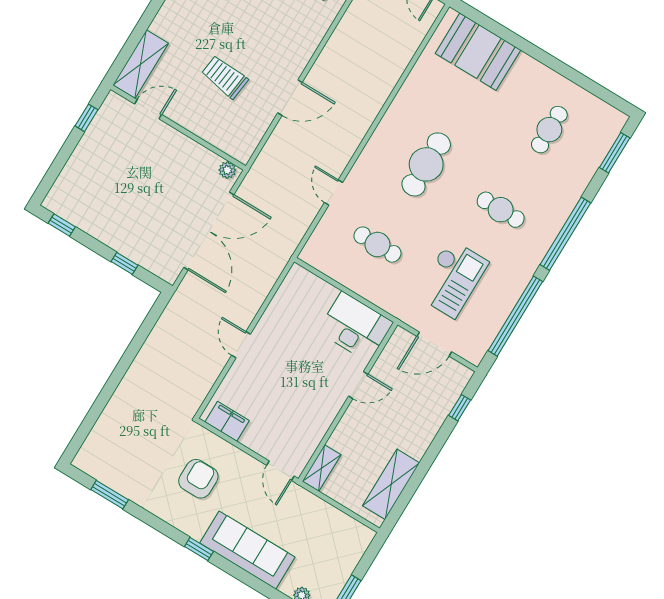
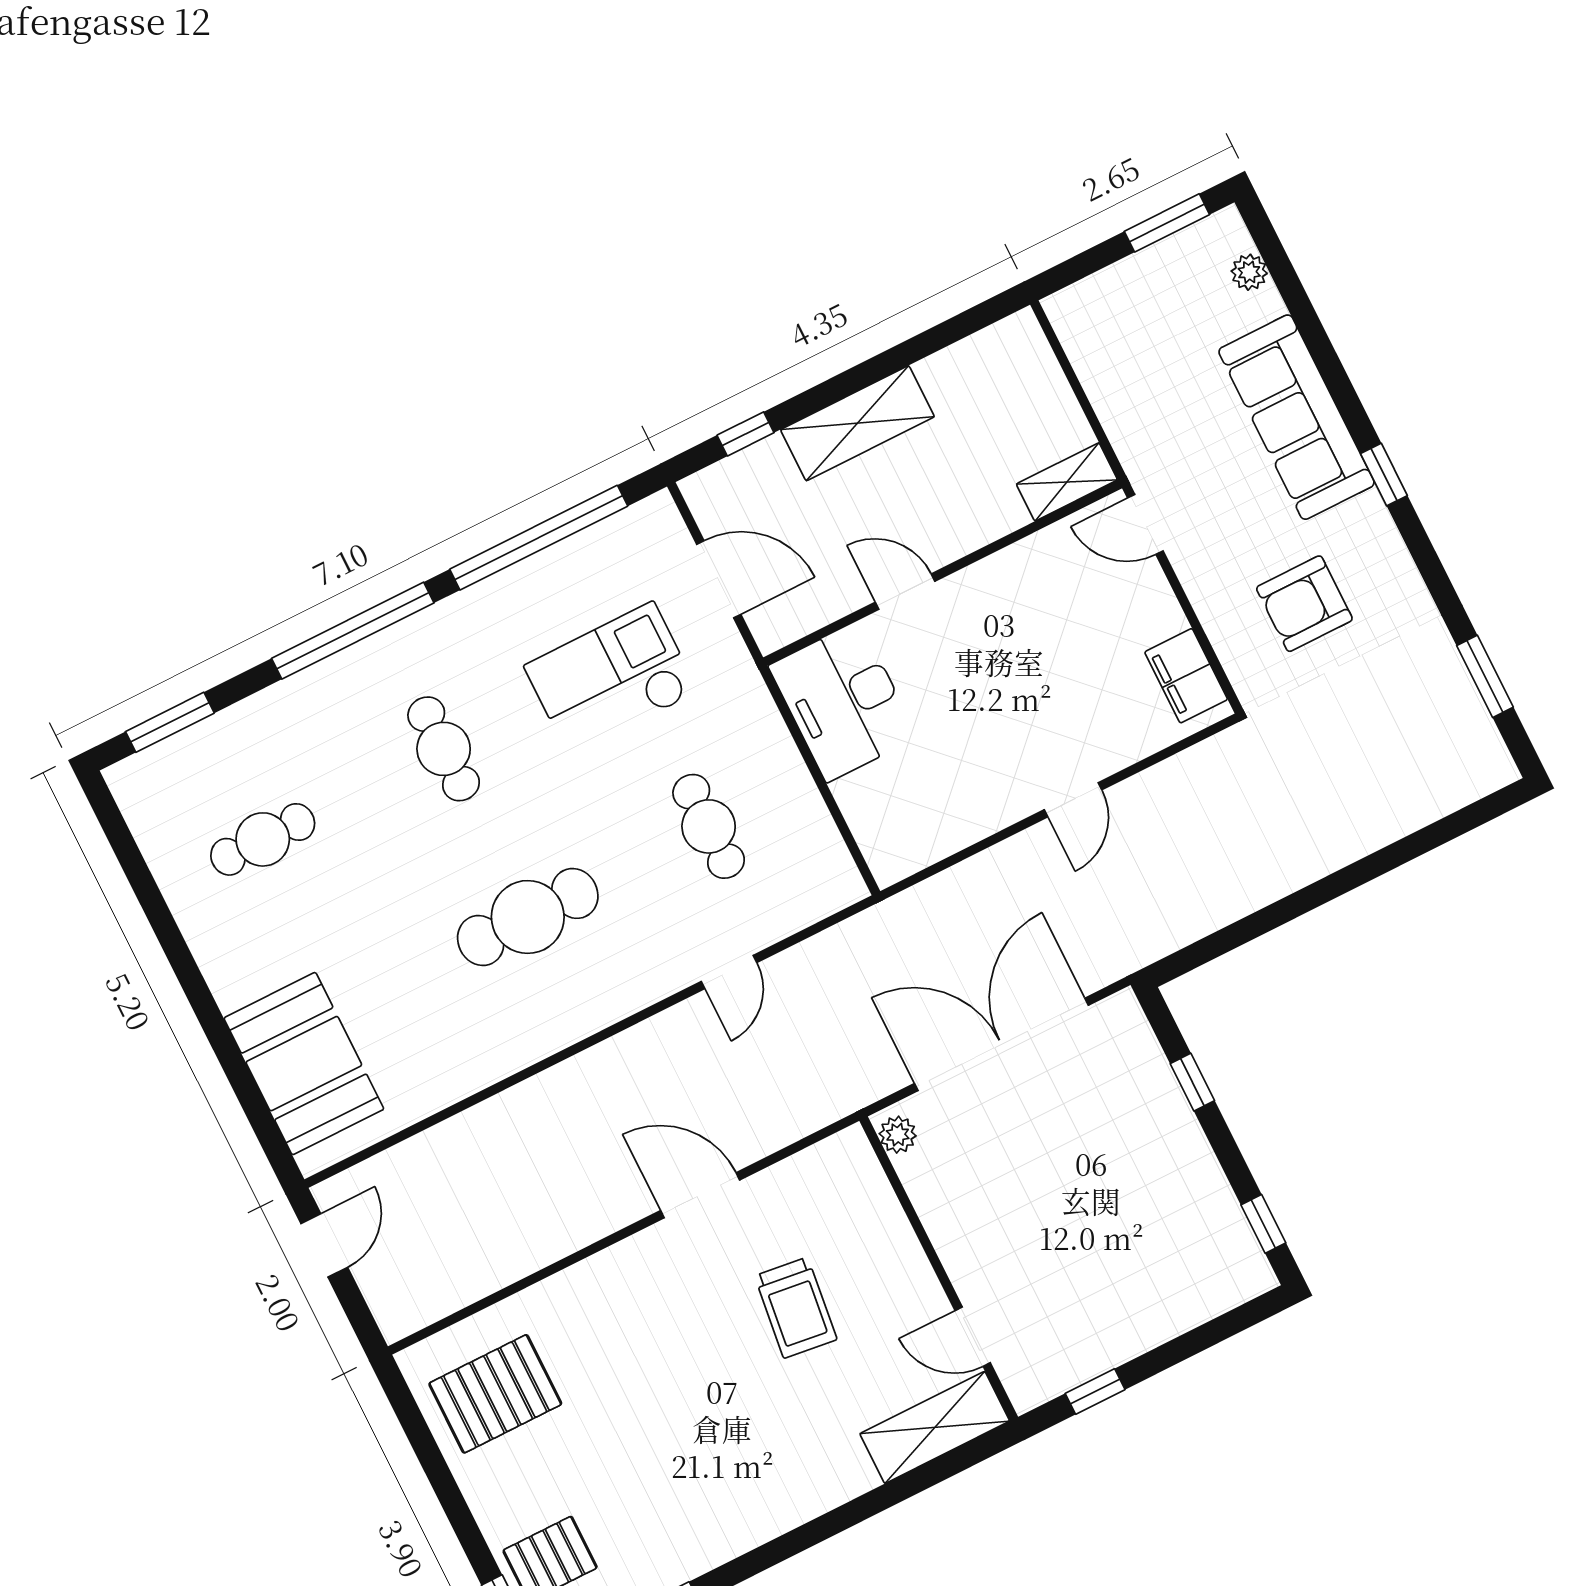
door: (280, 471) -> (1145, 524), swing flipped
shelving: (391, 484) -> (857, 423), moved

